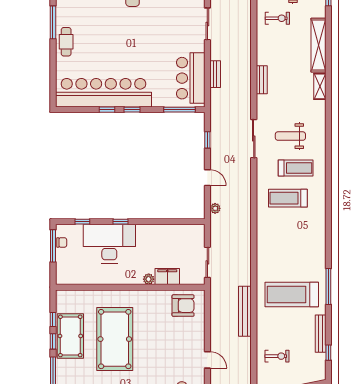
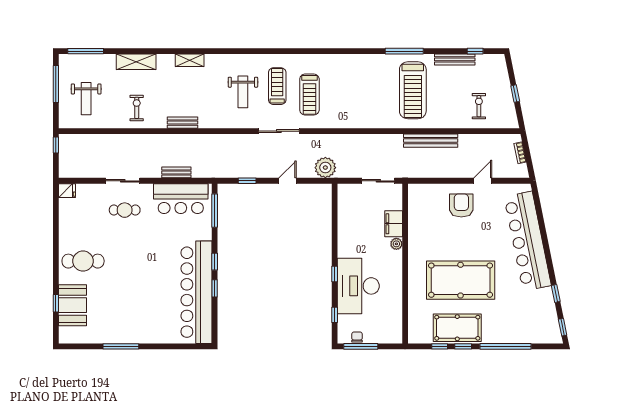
exercise bike: (277, 18) -> (137, 108), moved
cafe table: (66, 42) -> (125, 210), moved
shelving: (318, 45) -> (136, 62), width x0.68
sliding door: (254, 139) -> (279, 131), moved
plant: (215, 208) -> (325, 168), width x1.88, depth x1.88
armchair: (183, 306) -> (461, 205), moved

